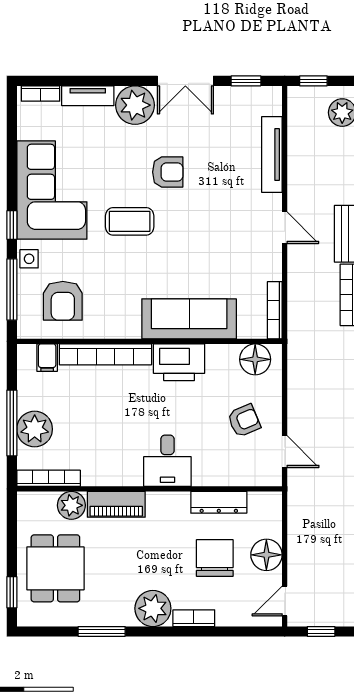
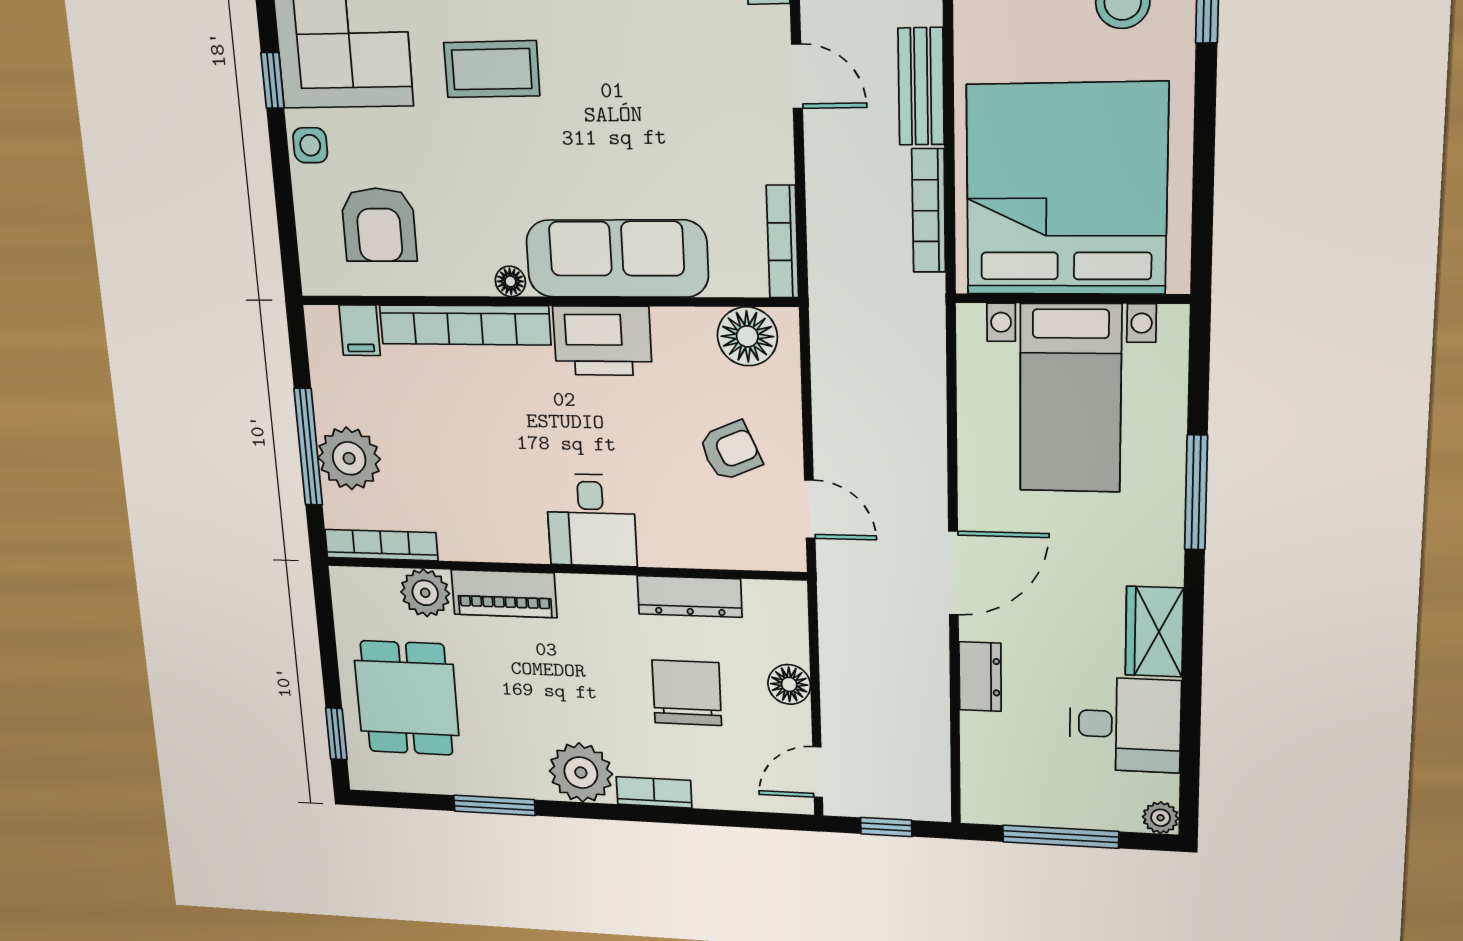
window: (12, 289) -> (285, 204), removed
floor lamp: (132, 331) -> (510, 281), added
floor lamp: (266, 555) -> (789, 684), width x0.73, depth x0.73

